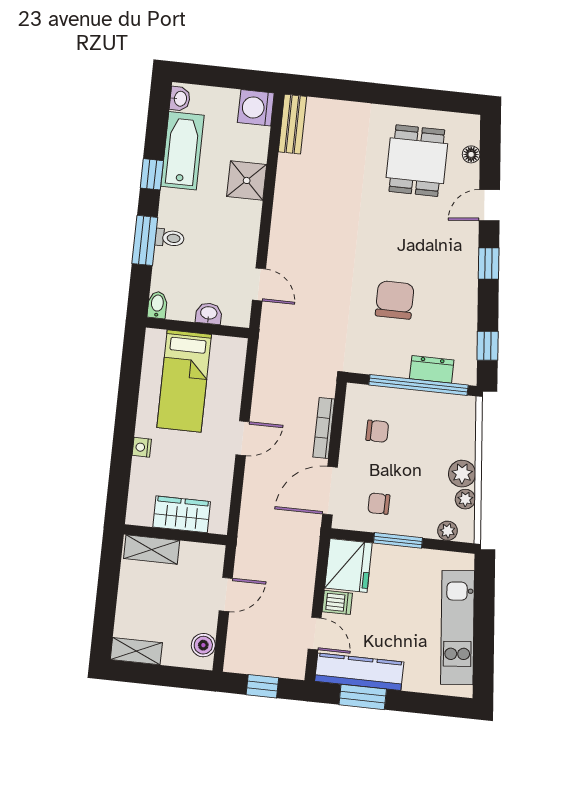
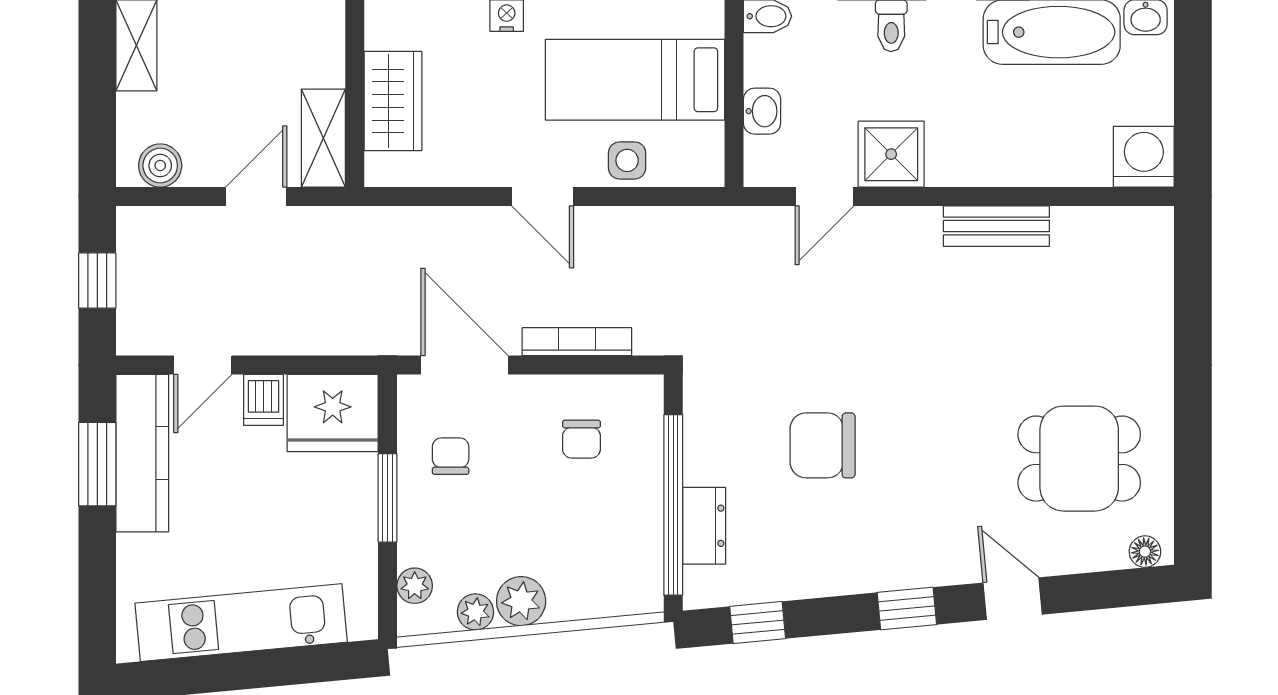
bench: (292, 124) -> (996, 226), moved
floor lamp: (471, 154) -> (1145, 552), moved
shower: (247, 180) -> (891, 154), moved
chair: (395, 300) -> (823, 445), turned 180
side table: (228, 390) -> (627, 160), added
shelving: (152, 550) -> (323, 138), moved
door: (226, 594) -> (256, 196), swing flipped

